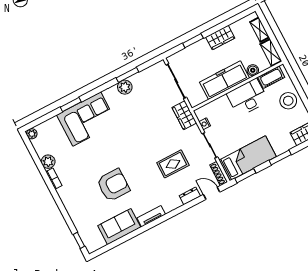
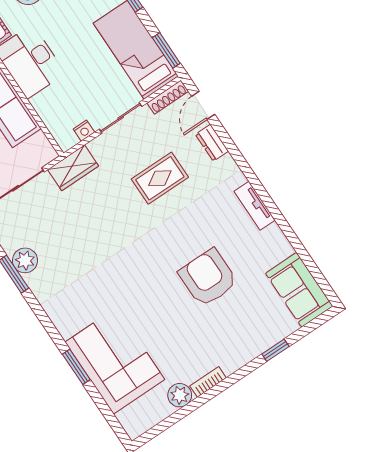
plant: (125, 87) -> (25, 260), moved
corner sofa: (87, 119) -> (115, 361), moved
plant: (32, 134) -> (135, 429), removed
rug: (173, 164) -> (160, 178), turned 90
sofa: (119, 227) -> (299, 290), moved
window: (79, 240) -> (275, 350), moved

